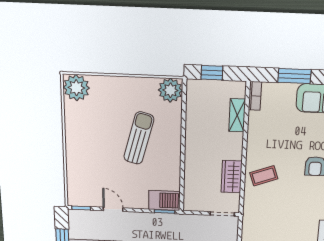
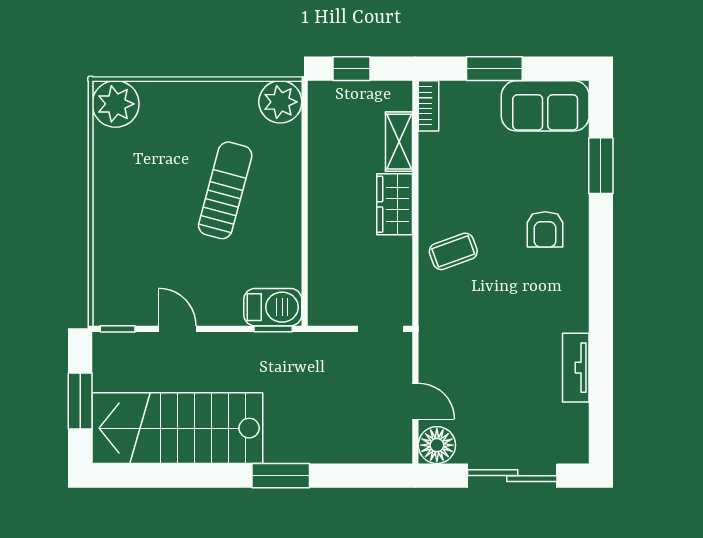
wardrobe: (232, 177) -> (395, 204), moved

